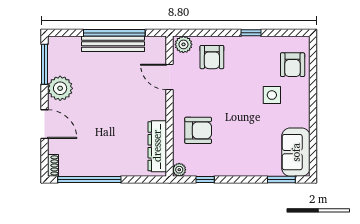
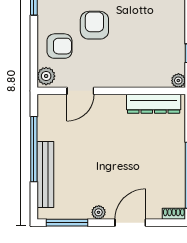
bench: (113, 44) -> (45, 174), moved
plant: (60, 88) -> (99, 212), width x0.53, depth x0.53
armchair: (198, 130) -> (94, 25), moved

